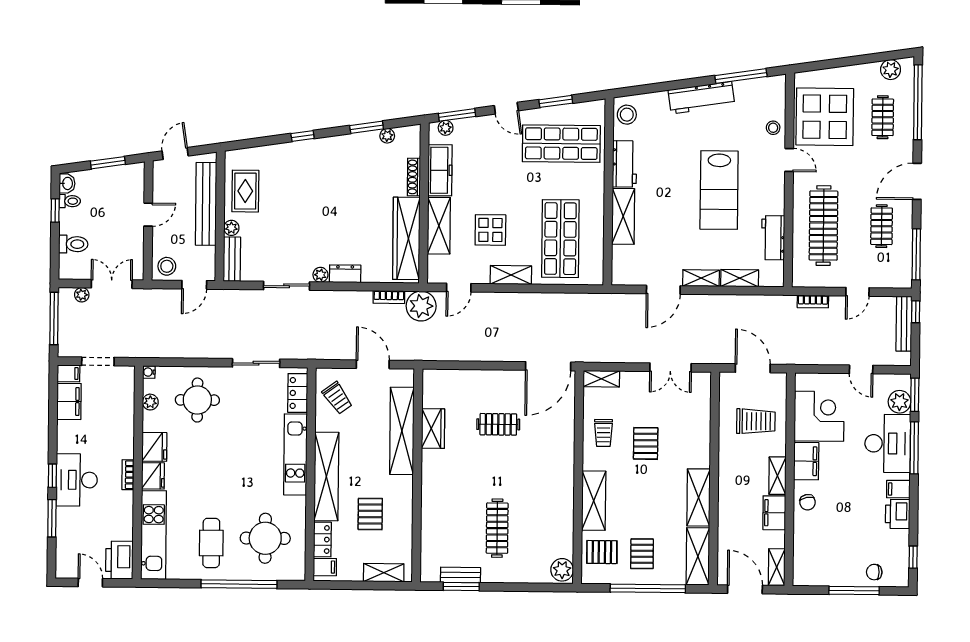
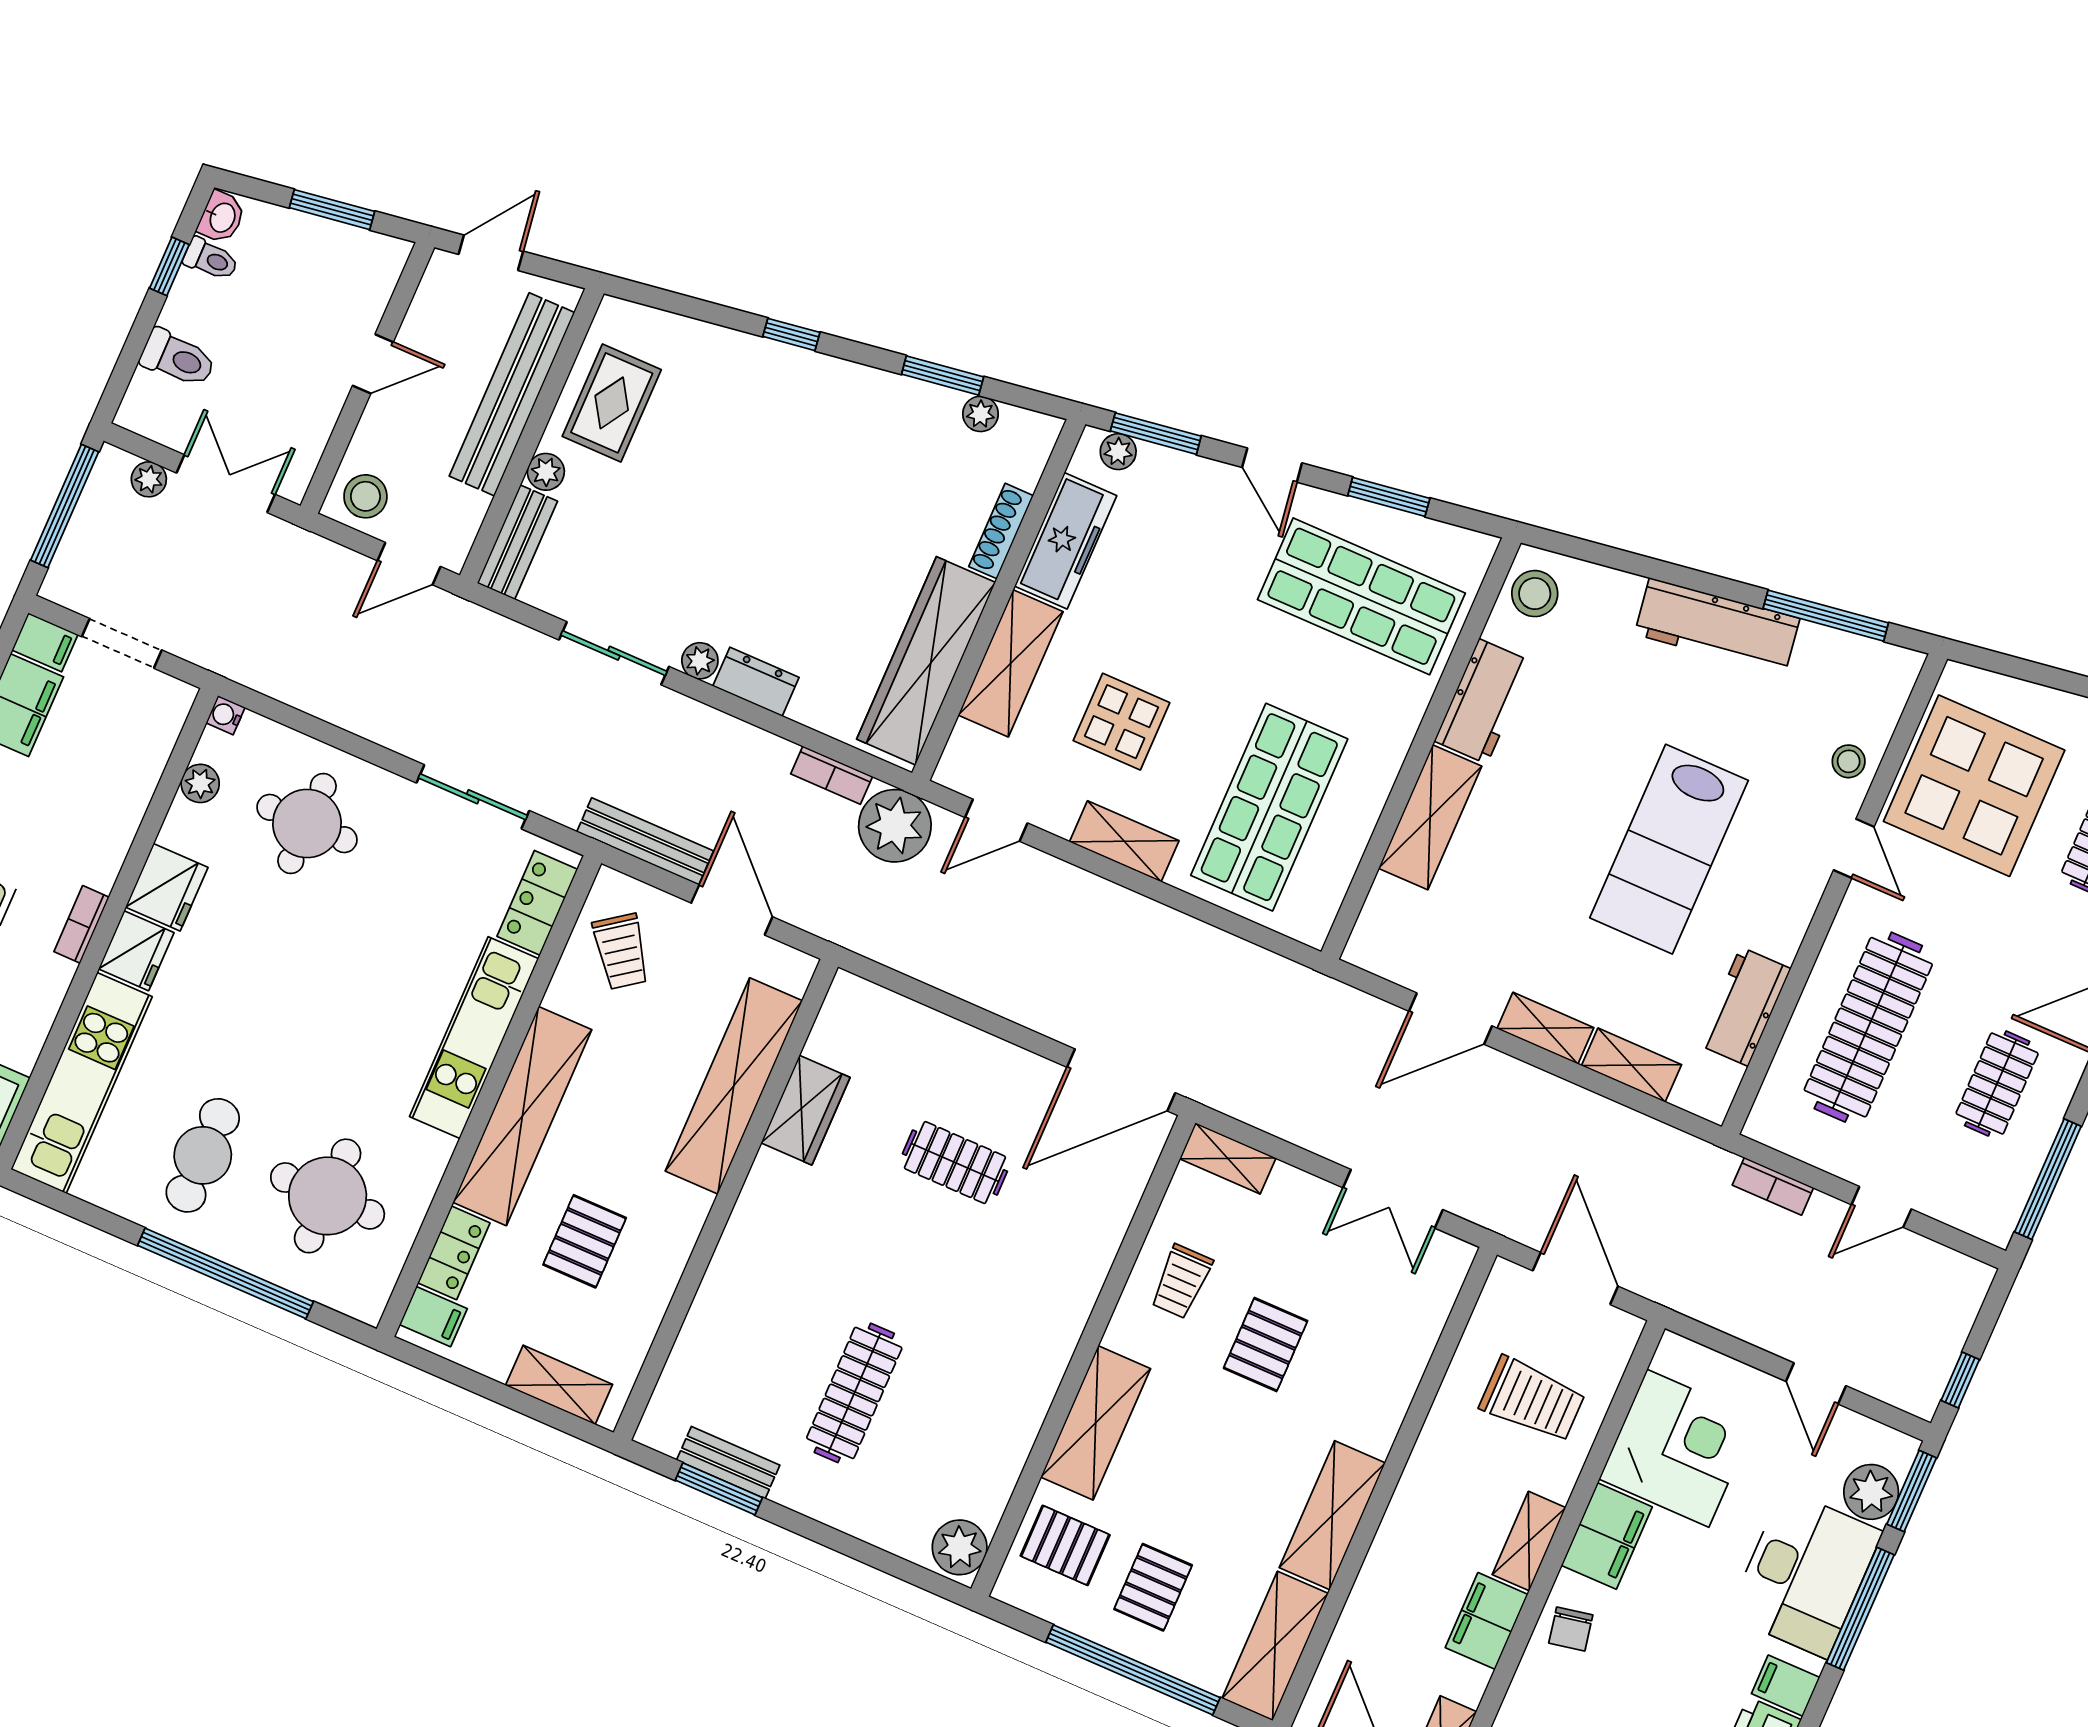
window: (916, 312) -> (1960, 1380), moved
bench: (904, 324) -> (645, 841), moved, turned 90

